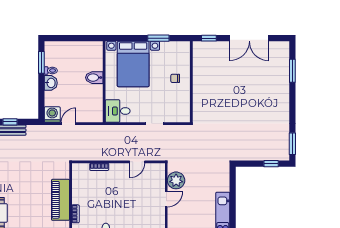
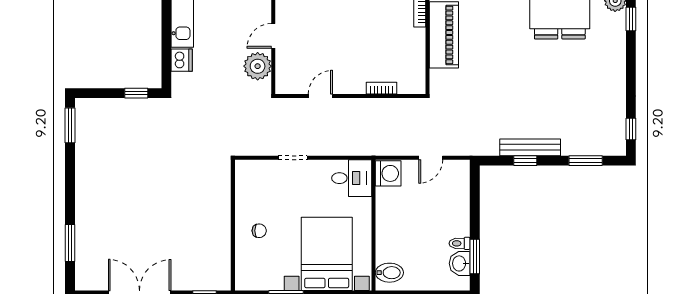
bidet: (94, 78) -> (389, 273), moved
washbasin: (51, 83) -> (460, 263), moved
washing machine: (52, 115) -> (388, 173), moved, turned -90
window: (271, 164) -> (136, 93), moved
dishwasher: (223, 184) -> (182, 60), added

